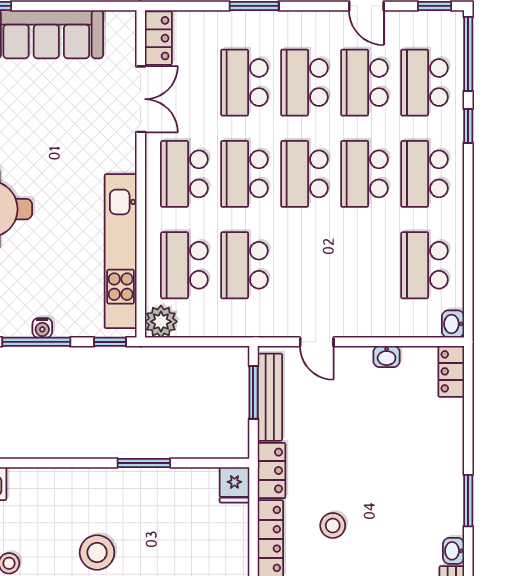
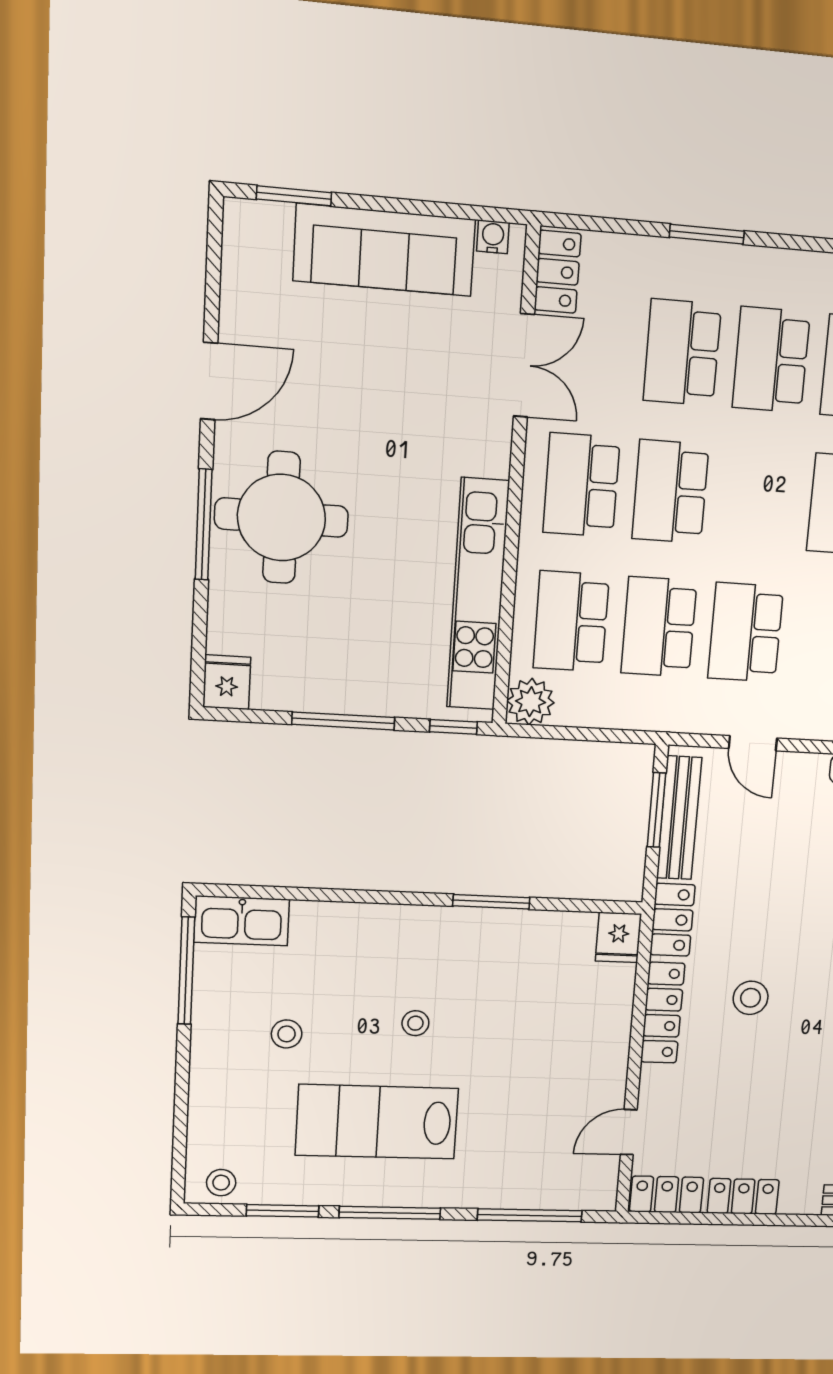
school desk: (304, 174) -> (746, 632), moved
water cooler: (42, 328) -> (493, 237), moved, turned 180
stool: (97, 552) -> (415, 1023), width x0.53, depth x0.53

